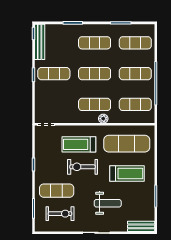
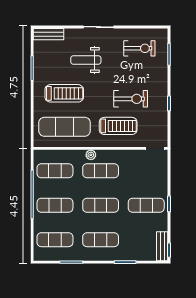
bench: (40, 42) -> (162, 246), width x0.73
exercise bike: (82, 167) -> (131, 99), moved
treadmill: (127, 173) -> (64, 93), turned 180
exercise mat: (57, 191) -> (143, 74), removed
exercise bike: (60, 214) -> (139, 48), turned 180

